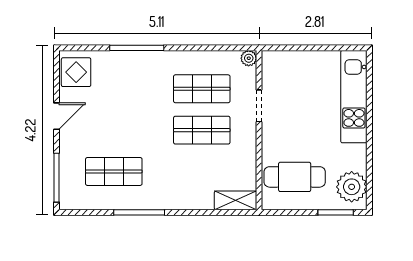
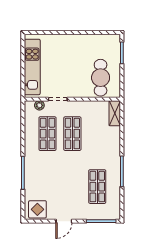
plant: (249, 58) -> (39, 105), moved
kitchen unit: (354, 97) -> (32, 67), moved, turned -90
door: (56, 116) -> (64, 221), swing flipped
plant: (352, 187) -> (106, 43), removed

